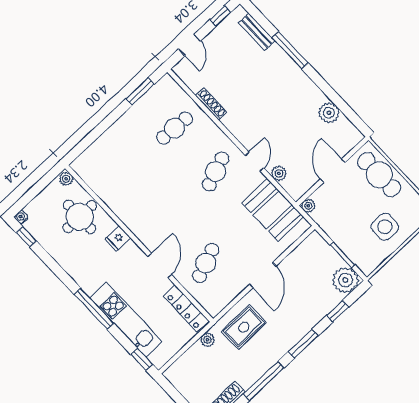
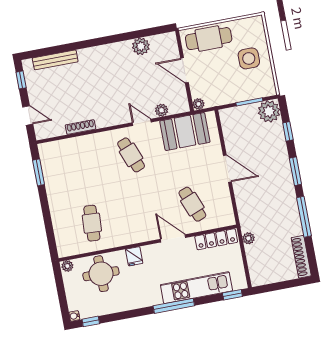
bench: (257, 32) -> (55, 60), width x1.36
window: (290, 50) -> (78, 45), removed
cafe table: (175, 128) -> (92, 223), moved
rug: (244, 327) -> (256, 206), removed

